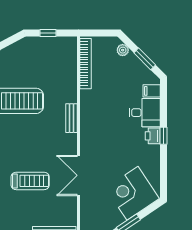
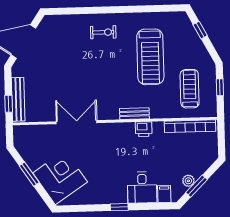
plant: (123, 50) -> (188, 181), moved
printer: (153, 136) -> (144, 129), moved, turned 180
treadmill: (30, 181) -> (190, 89), moved, turned 180

